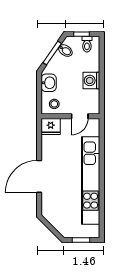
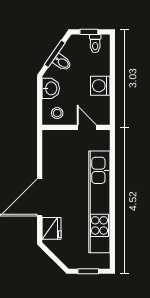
bidet: (65, 51) -> (62, 62), moved
door: (80, 116) -> (87, 127), swing flipped
fridge: (51, 126) -> (52, 228), moved, turned -90

